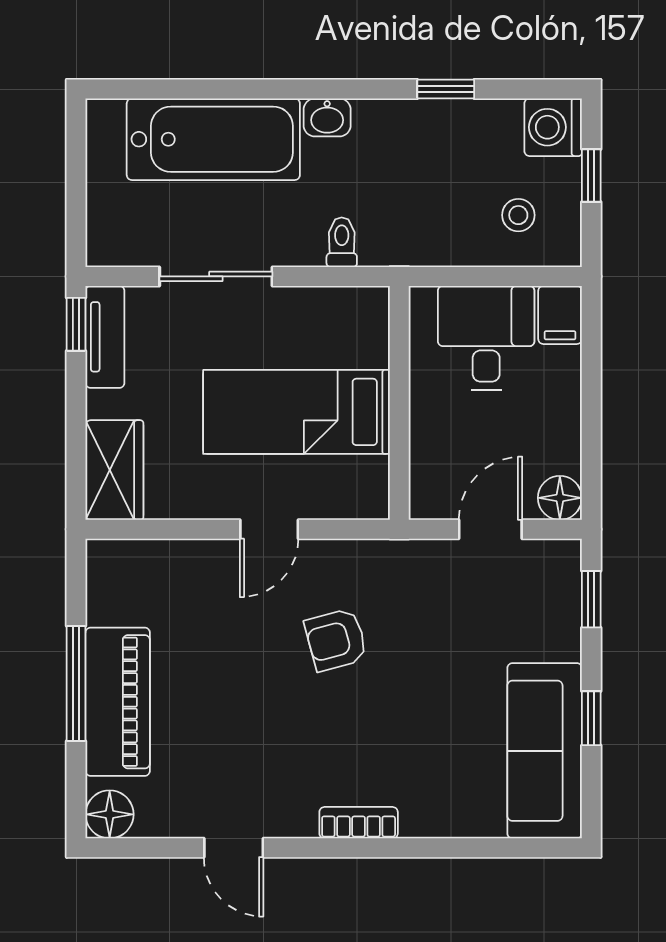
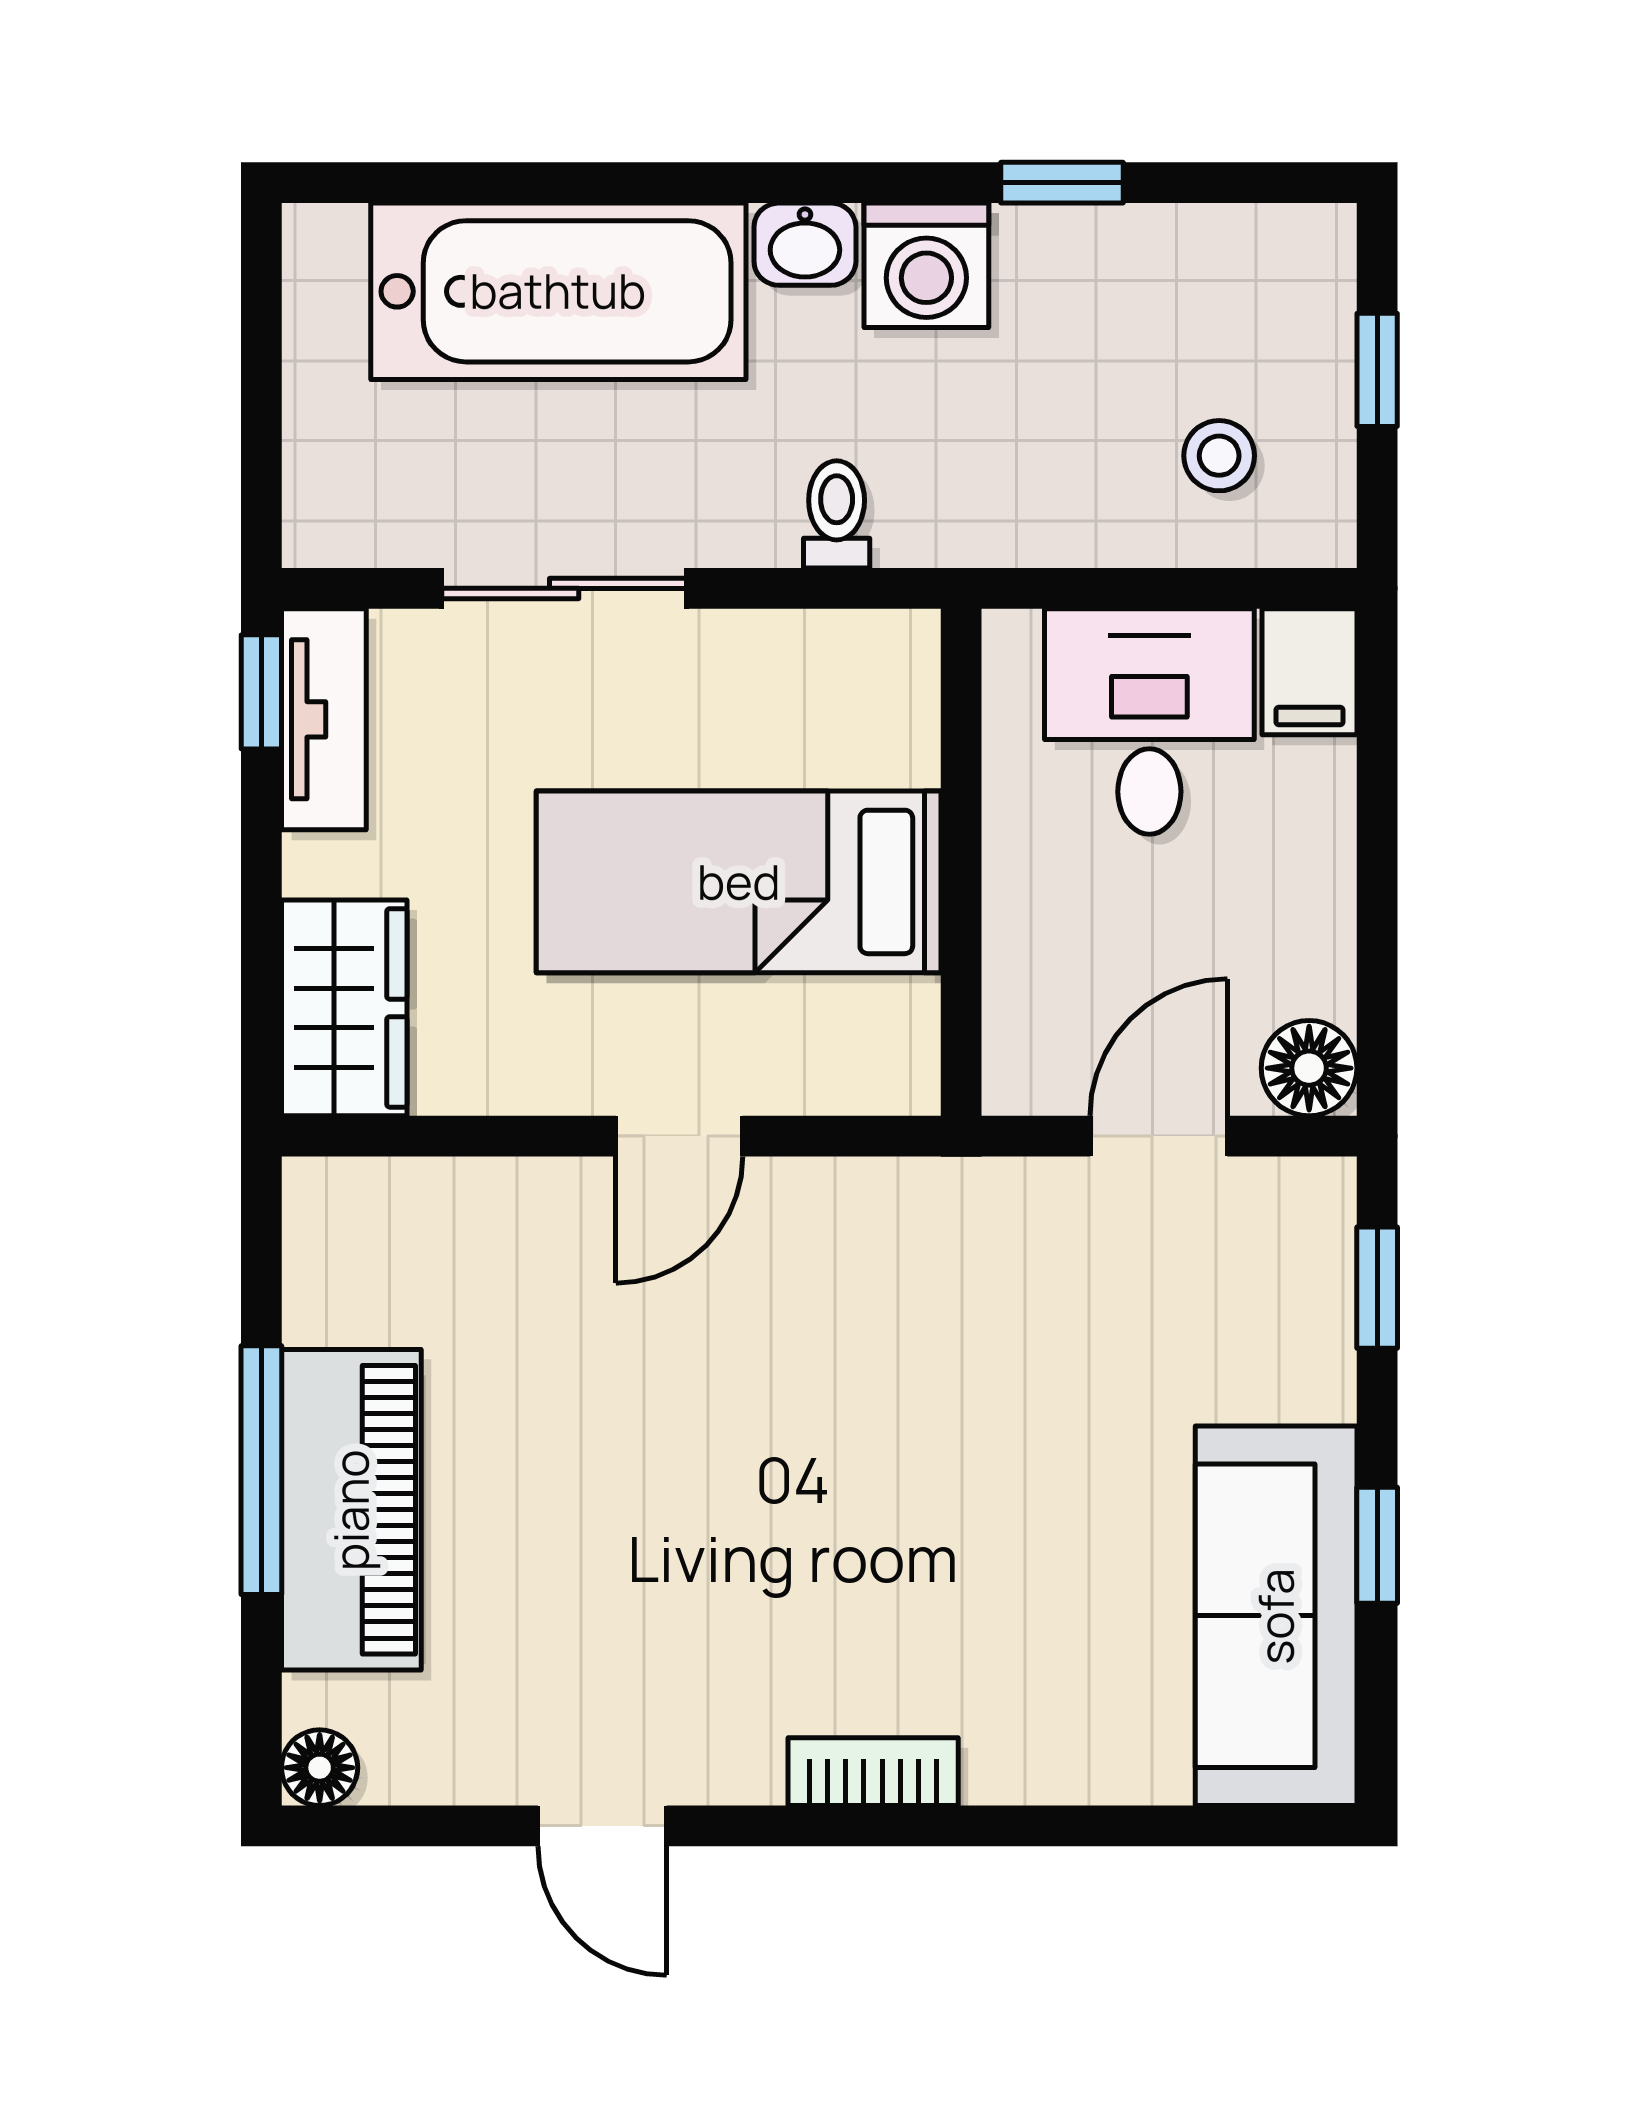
washing machine: (553, 127) -> (926, 265), moved, turned -90
armchair: (336, 640) -> (824, 1375), removed
floor lamp: (110, 814) -> (320, 1768), width x0.73, depth x0.73

